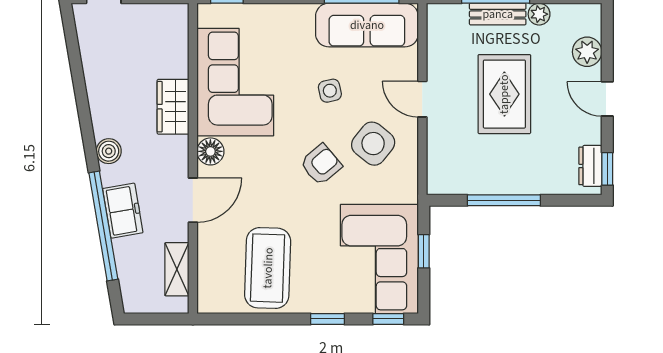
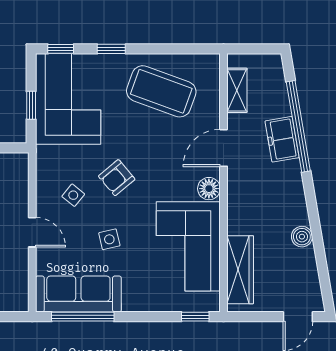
wardrobe: (173, 107) -> (240, 270), moved, width x1.50
side table: (373, 144) -> (73, 195), width x0.54, depth x0.54
boiler: (109, 151) -> (302, 237), moved
coffee table: (268, 268) -> (161, 91), turned -72

